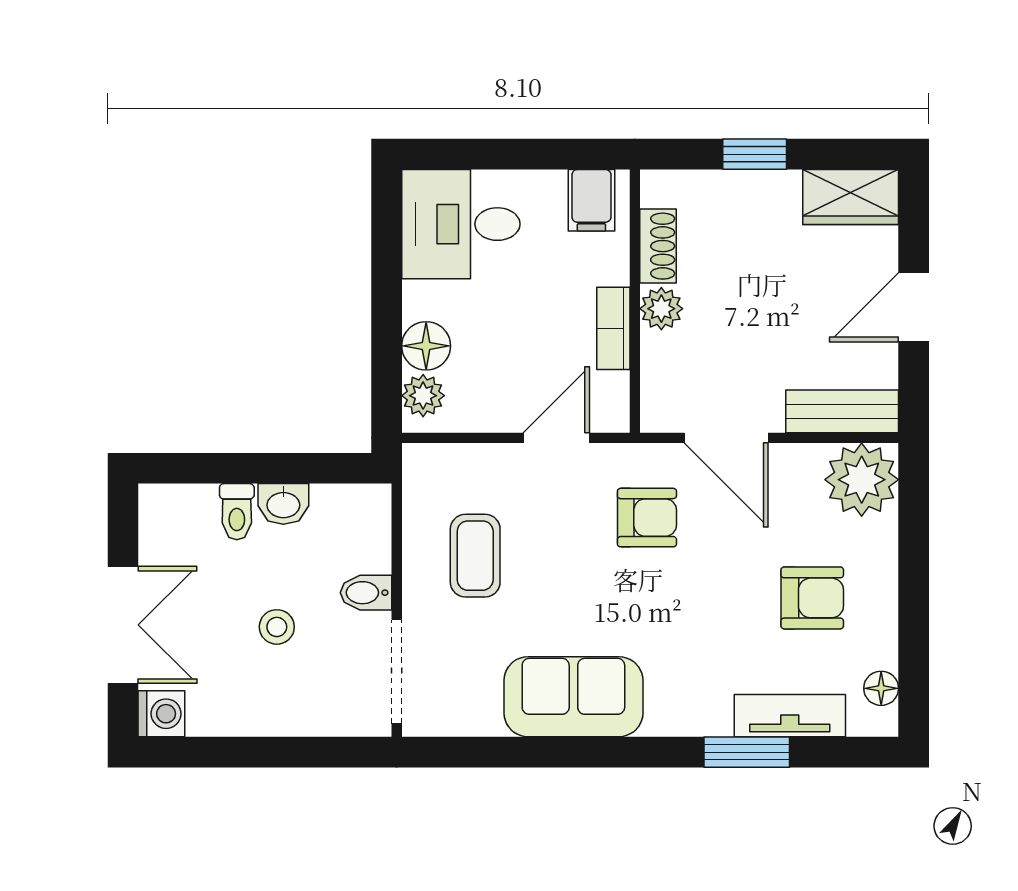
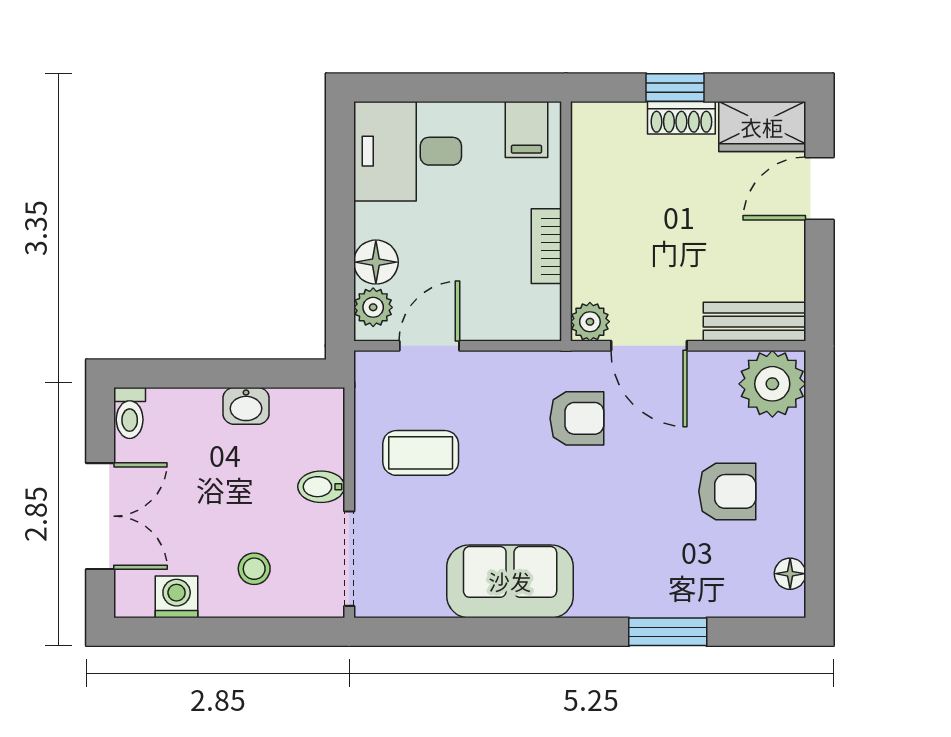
shoe rack: (658, 246) -> (681, 118), moved, turned 90
door: (914, 307) -> (820, 188), moved
plant: (661, 309) -> (590, 322), moved
door: (556, 438) -> (429, 346), moved
toilet: (237, 512) -> (130, 413), moved
coffee table: (475, 556) -> (421, 453), turned 90
stool: (277, 627) -> (254, 569), moved
washing machine: (161, 714) -> (177, 597), moved, turned -90
tv unit: (790, 716) -> (707, 599), removed

